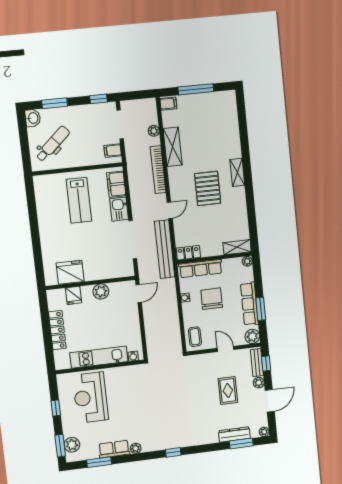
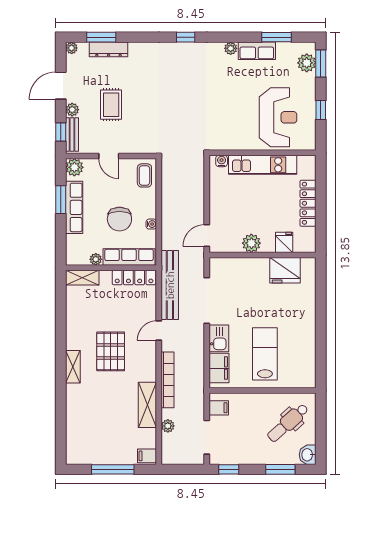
locker: (188, 253) -> (134, 277), width x1.53
plant: (247, 261) -> (96, 259), moved

